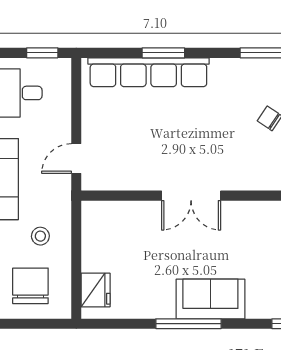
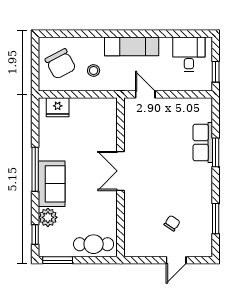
row of seats: (148, 72) -> (203, 143), width x0.50
chair: (30, 286) -> (60, 64), turned 62
plant: (261, 305) -> (48, 217), added

